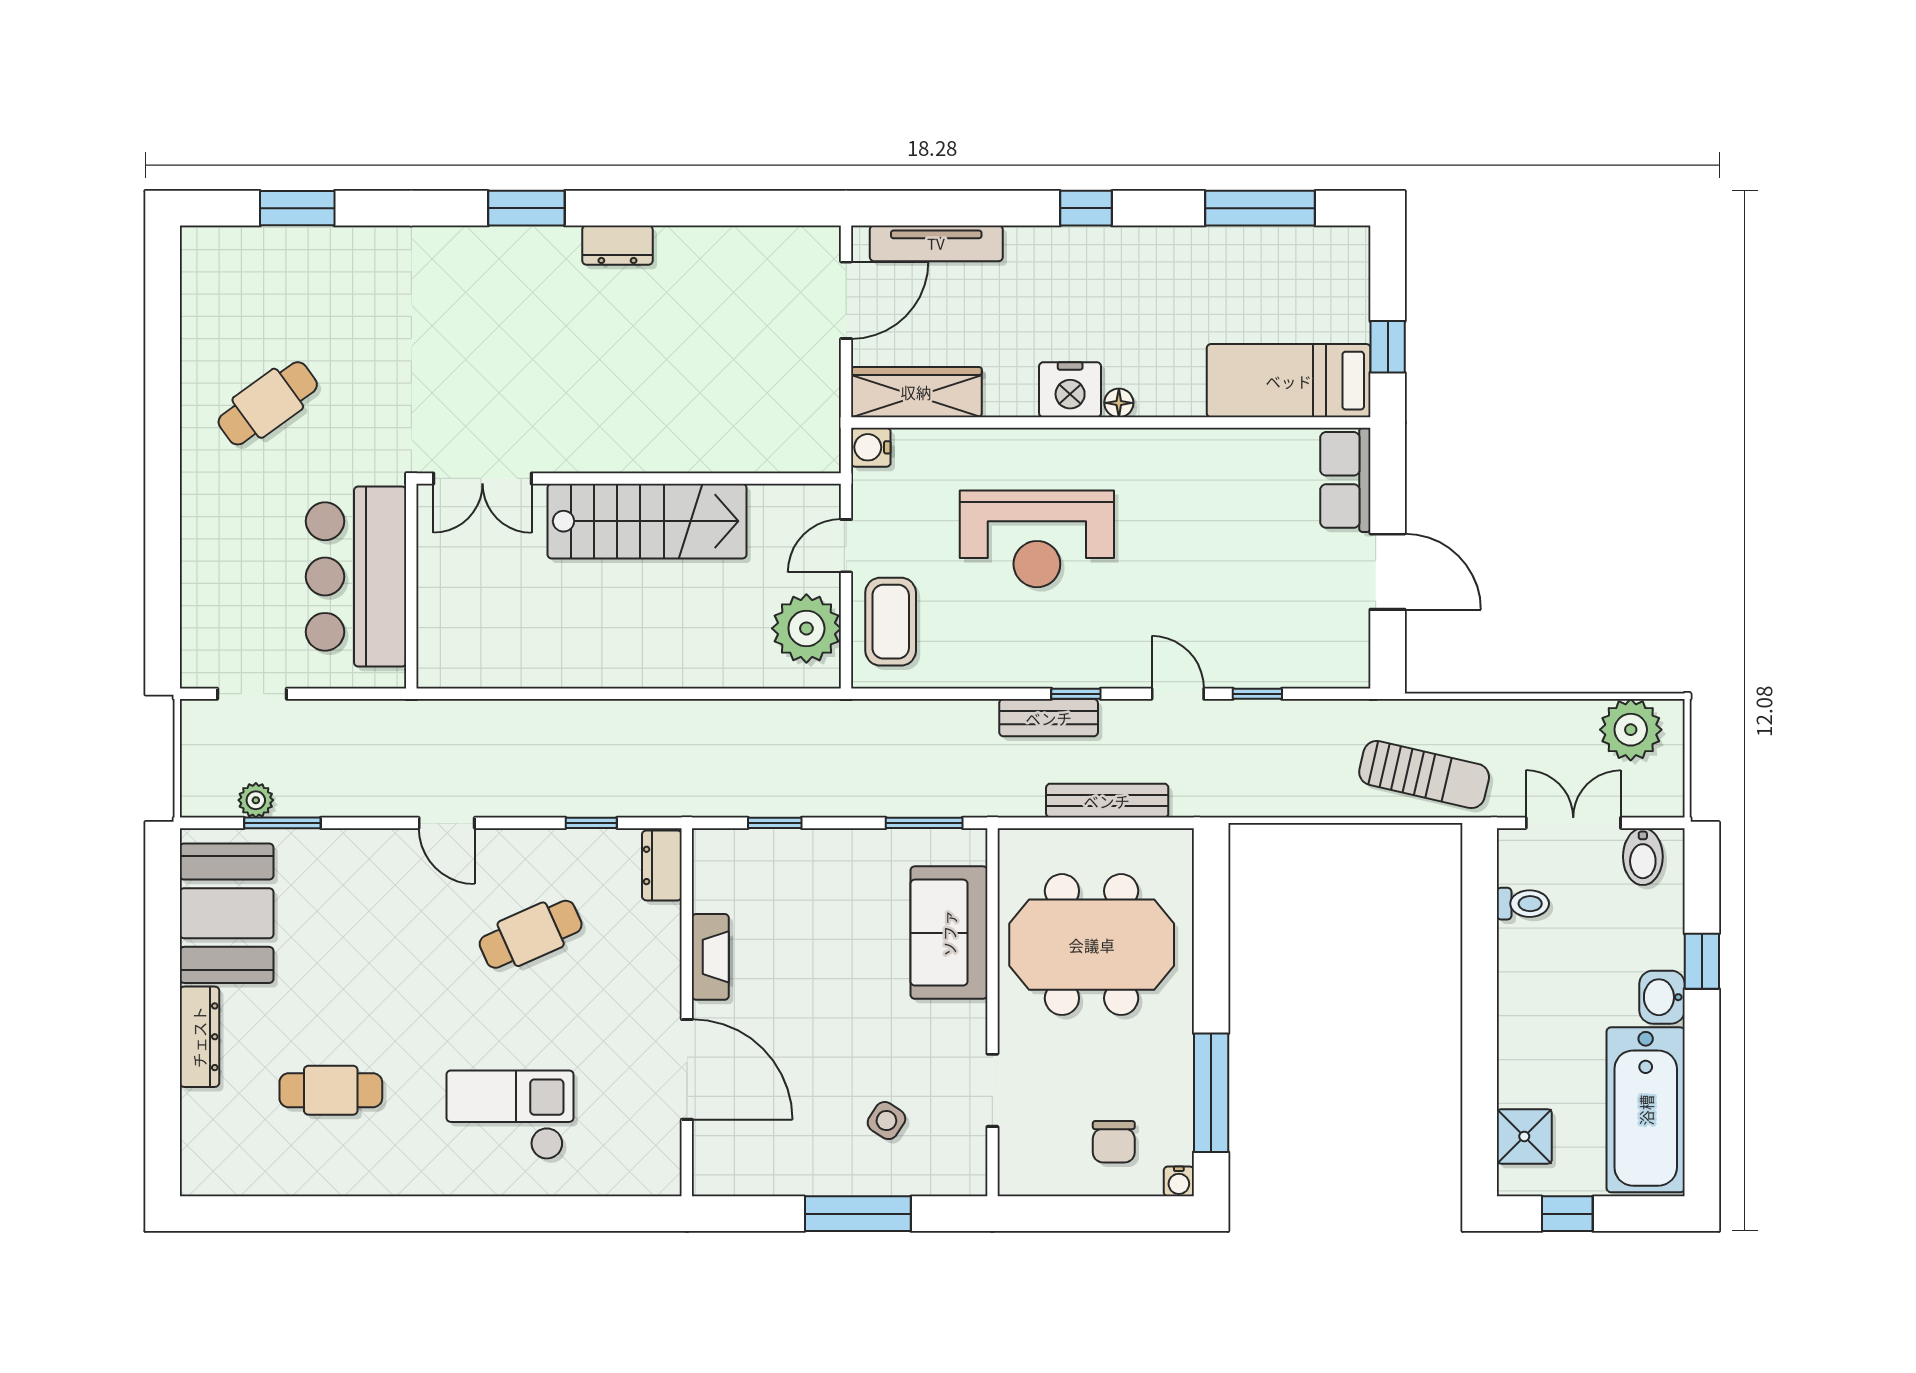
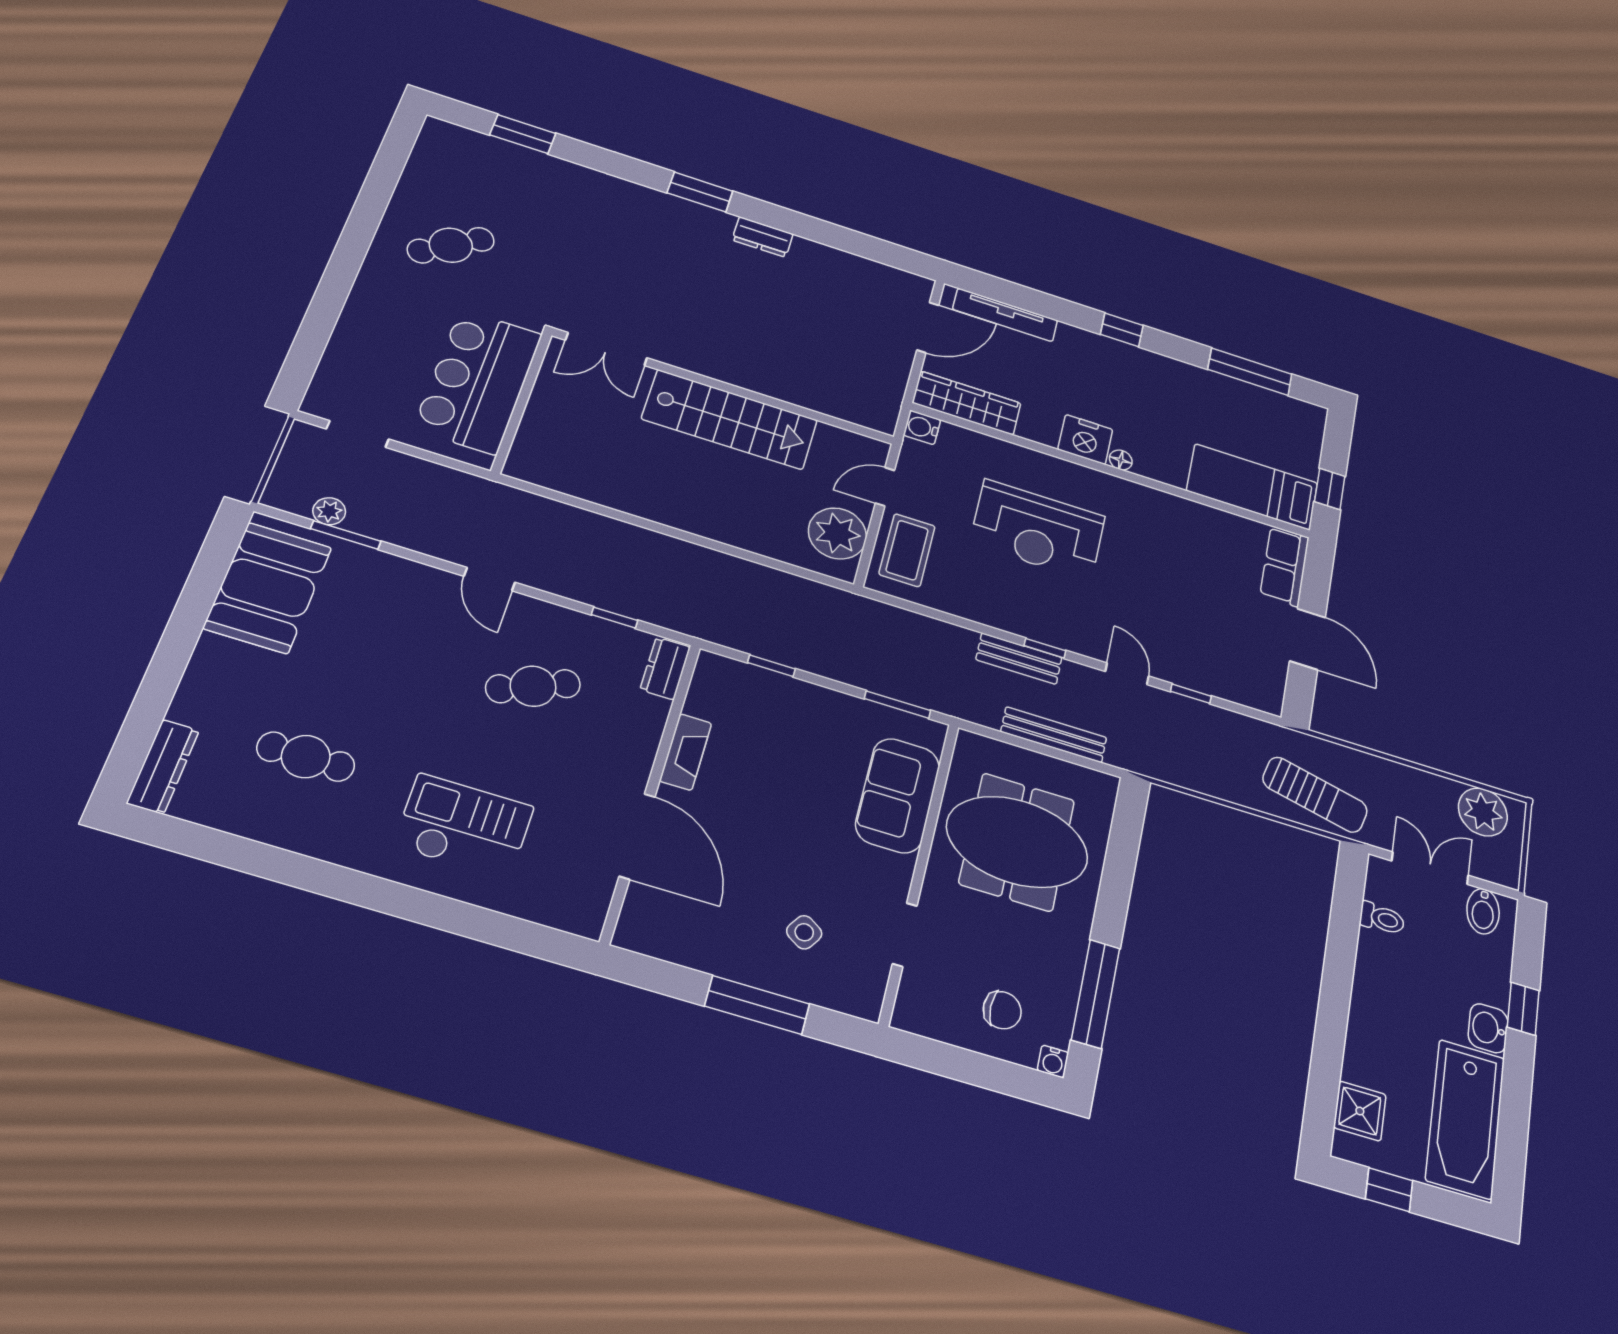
dresser: (199, 1037) -> (163, 767), moved
chair: (1114, 1142) -> (1002, 1010), turned -90

